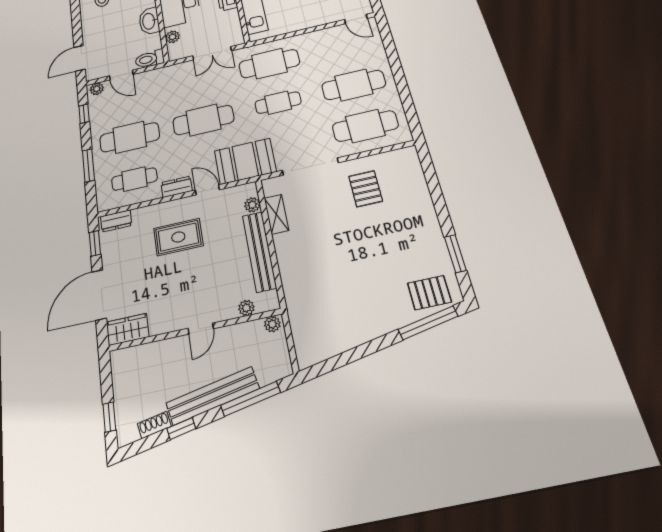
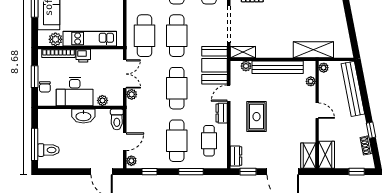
plant: (186, 68) -> (132, 94), added
cafe table: (278, 103) -> (177, 36), width x1.37, depth x1.35
shelving: (276, 214) -> (243, 52), moved
shelving: (298, 301) -> (313, 50), added
wardrobe: (132, 359) -> (327, 155), added
bench: (213, 396) -> (353, 89), moved
window: (250, 399) -> (363, 88), removed

